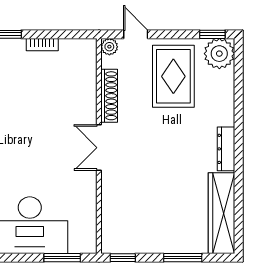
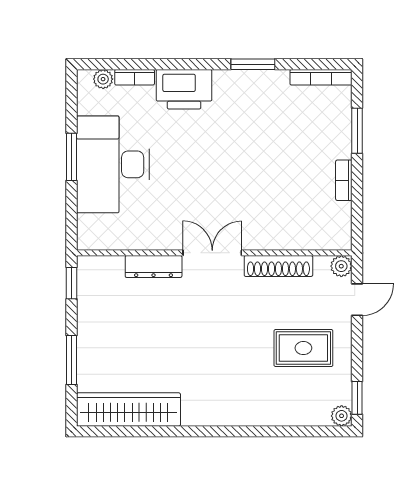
plant: (219, 54) -> (342, 416), width x0.53, depth x0.53
rug: (173, 76) -> (303, 348), width x0.73, depth x0.70
dresser: (226, 149) -> (154, 267), moved, turned 180
window: (62, 258) -> (72, 157), moved

